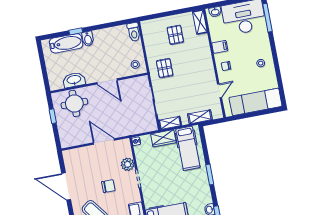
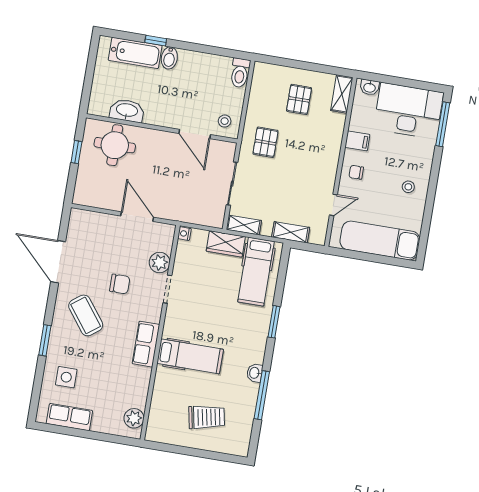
door: (107, 81) -> (195, 134), moved

